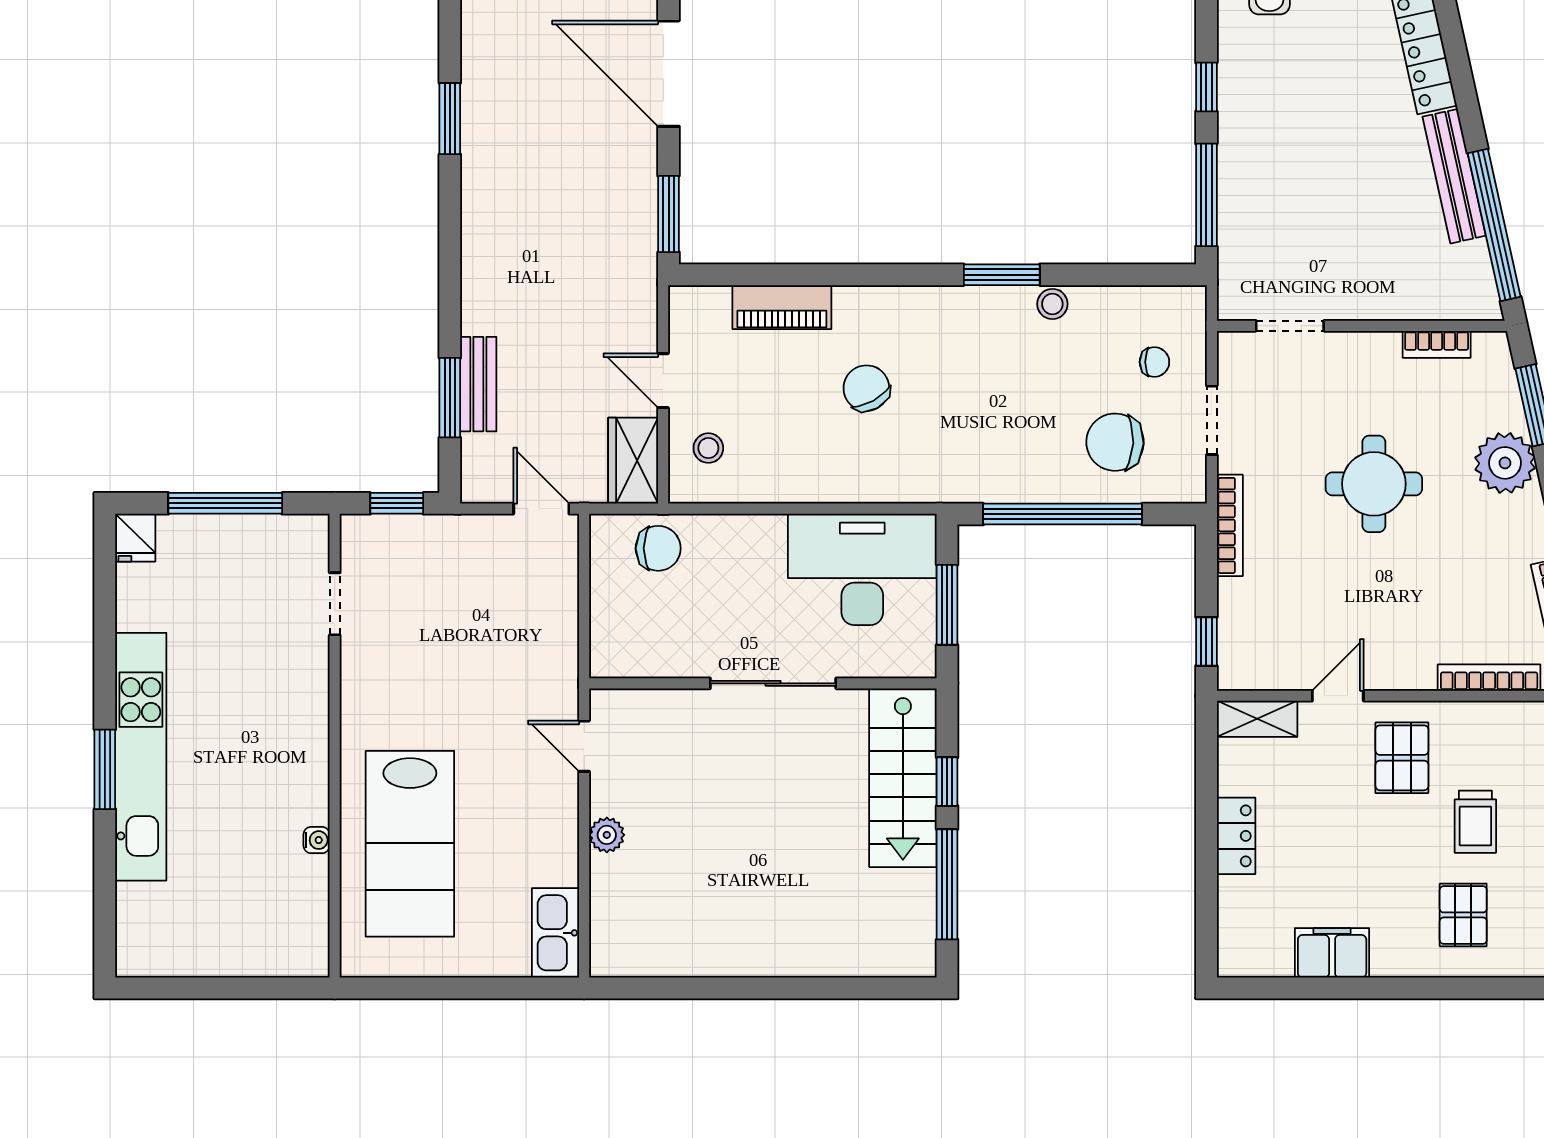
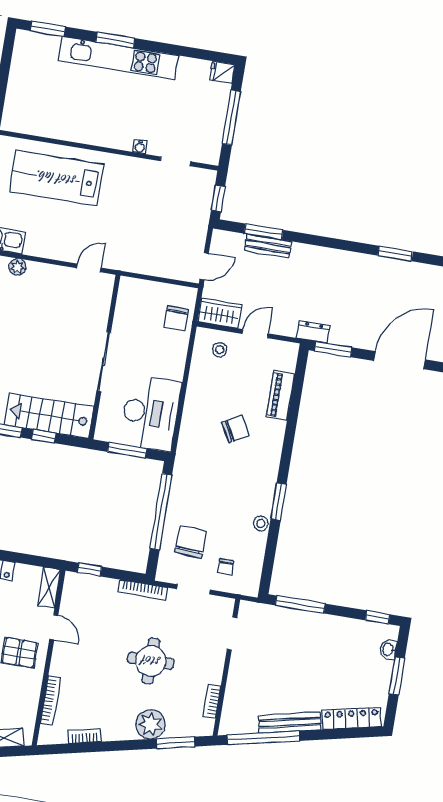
window: (1206, 87) -> (378, 617), moved
dresser: (640, 261) -> (313, 332), added
plant: (607, 835) -> (17, 267), moved
water cooler: (317, 840) -> (140, 147), moved
window: (105, 912) -> (48, 29), added

